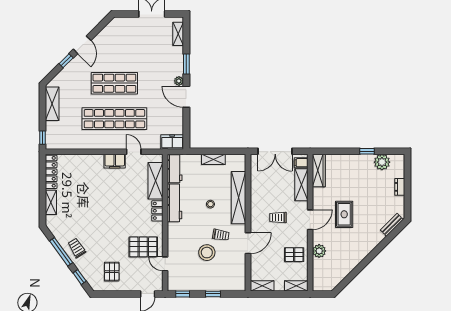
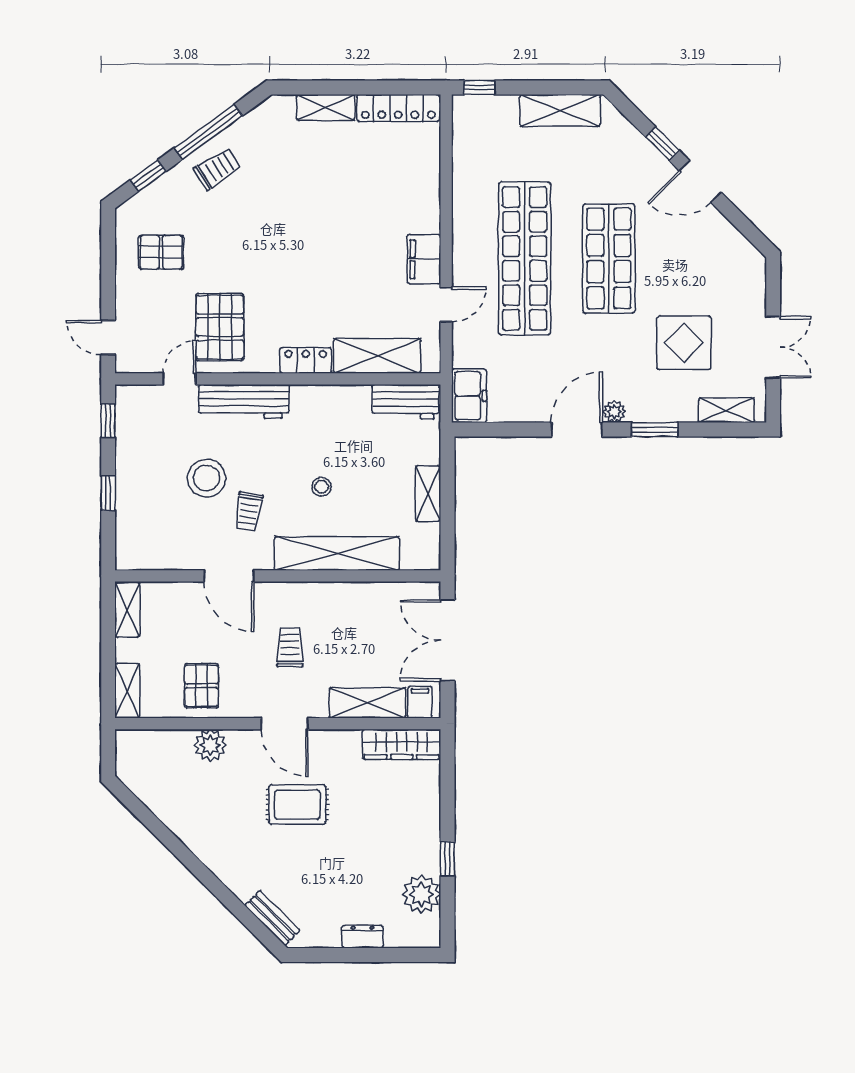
display table: (150, 52) -> (684, 343), added
workbench: (175, 203) -> (244, 401), moved

